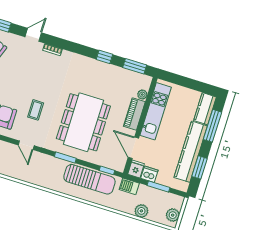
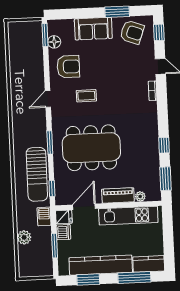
plant: (173, 215) -> (31, 270), removed

